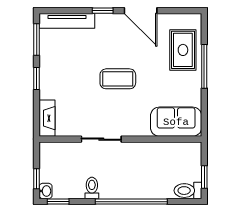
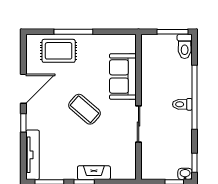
coffee table: (118, 79) -> (85, 109), turned -49
fireplace: (47, 118) -> (94, 173), moved
sofa: (176, 122) -> (123, 76), moved
window: (204, 177) -> (172, 32), width x1.50
toilet: (92, 188) -> (182, 104), moved

